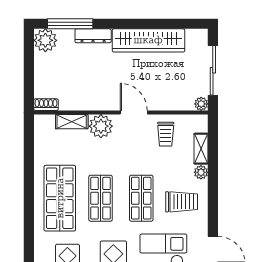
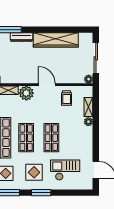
trolley: (182, 202) -> (76, 140), removed

